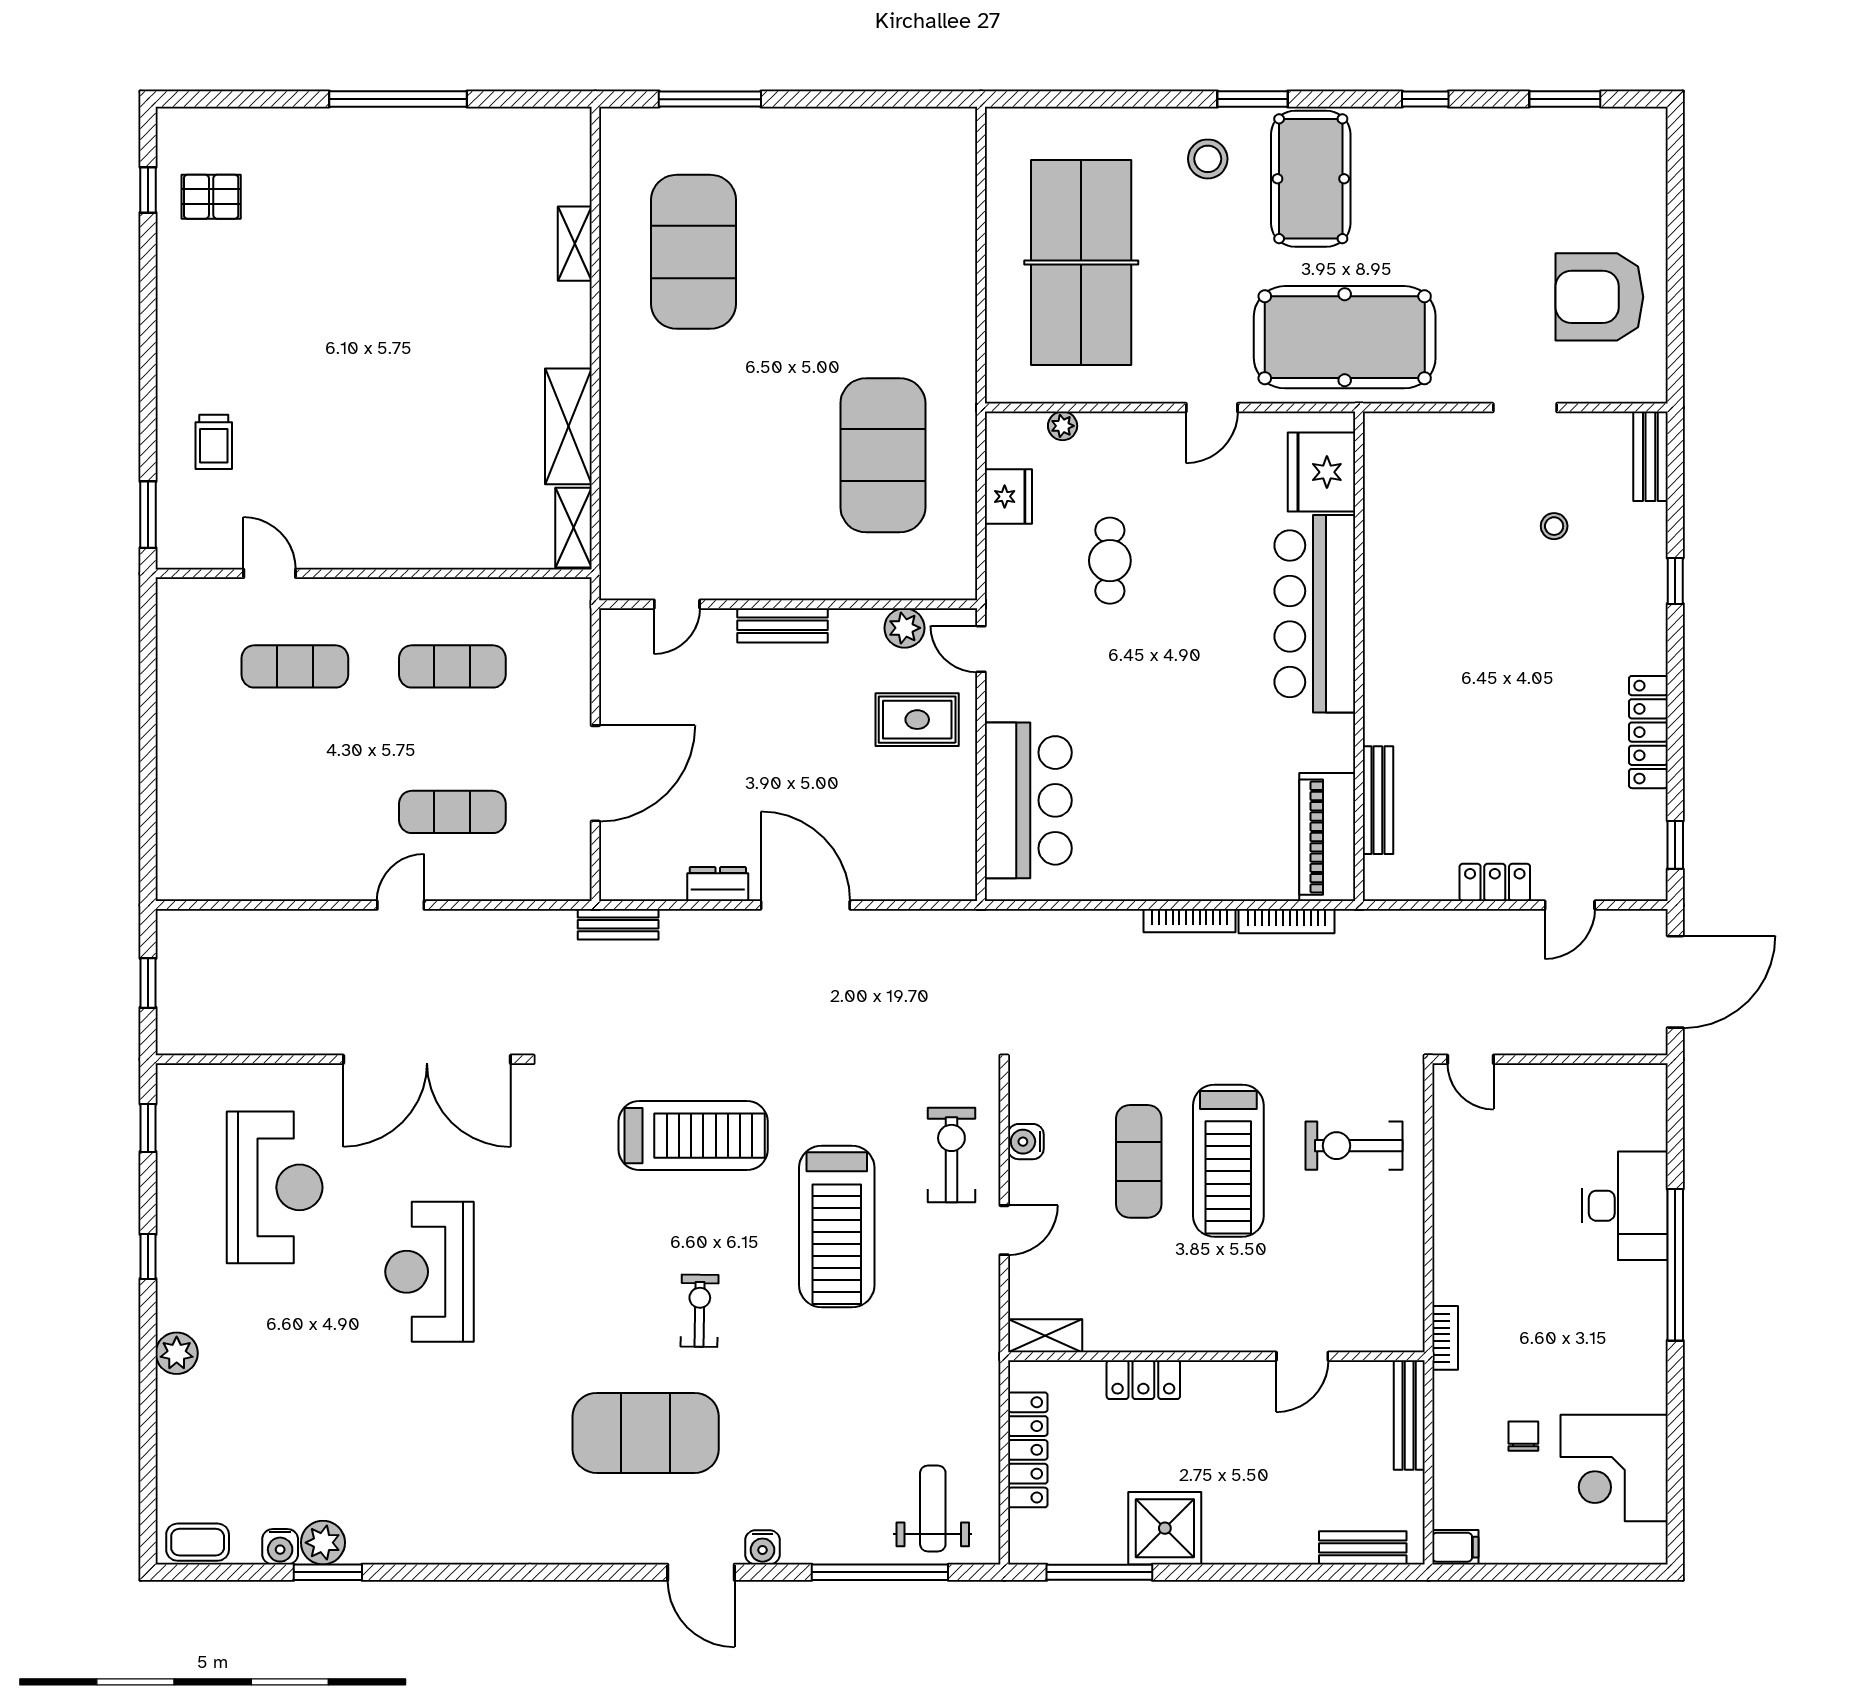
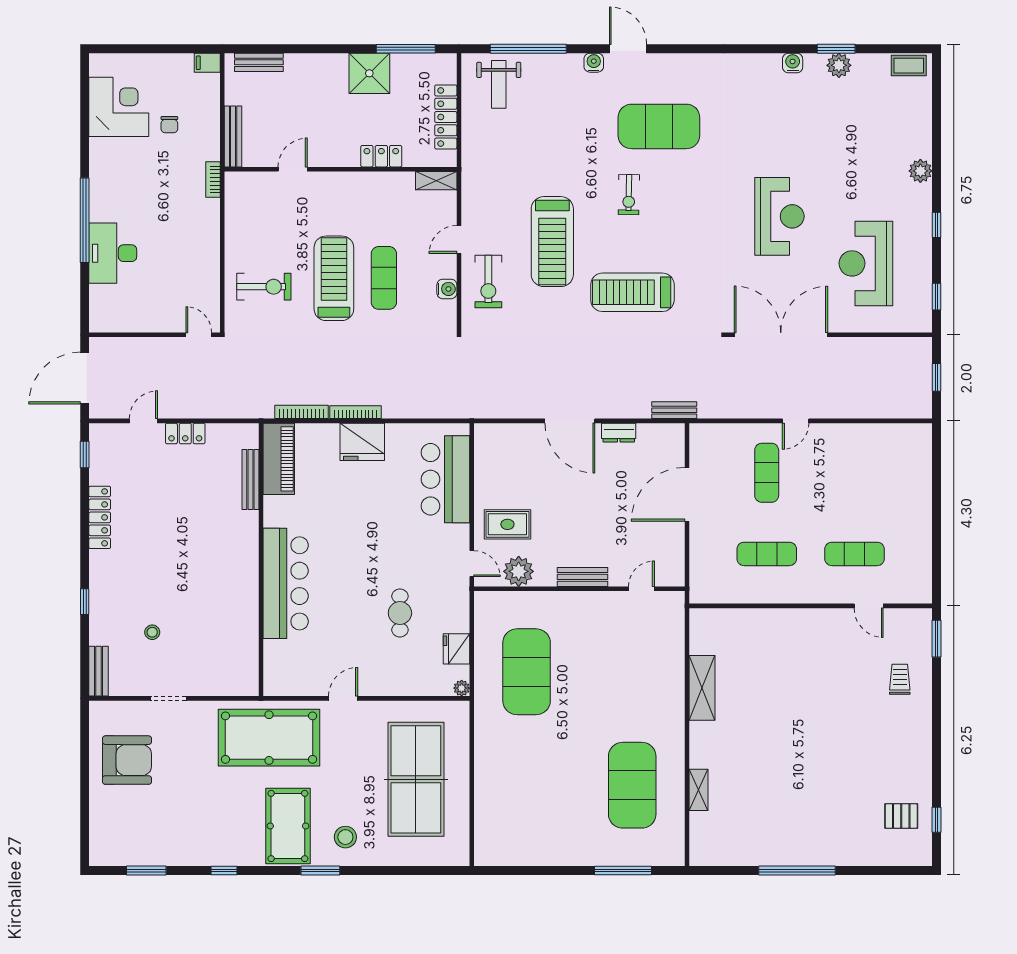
plant: (1063, 426) -> (462, 688), moved
fridge: (1322, 472) -> (362, 442), moved, turned 90
shelving: (574, 528) -> (699, 631), removed
plant: (904, 628) -> (519, 571), width x1.36, depth x1.36
exercise mat: (452, 812) -> (767, 473), turned 90
treadmill: (837, 1227) -> (552, 242), turned 180
water cooler: (280, 1547) -> (793, 63), moved

